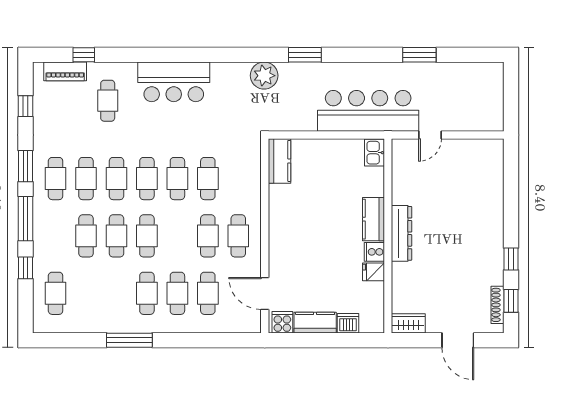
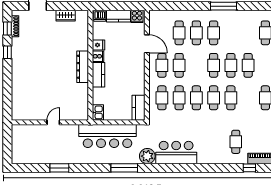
window: (305, 55) -> (124, 168), width x1.44
bar counter: (174, 82) -> (176, 153), moved
bar counter: (368, 111) -> (108, 136), moved
kitchen sink: (374, 153) -> (98, 112), moved
cafe table: (86, 179) -> (162, 98), moved
kitchen counter: (373, 219) -> (98, 75), moved
dresser: (402, 233) -> (83, 67), moved
wall: (388, 236) -> (90, 65), moved
cooker: (374, 252) -> (98, 56), moved
fridge: (374, 272) -> (98, 45), moved
door: (265, 293) -> (147, 44), moved

